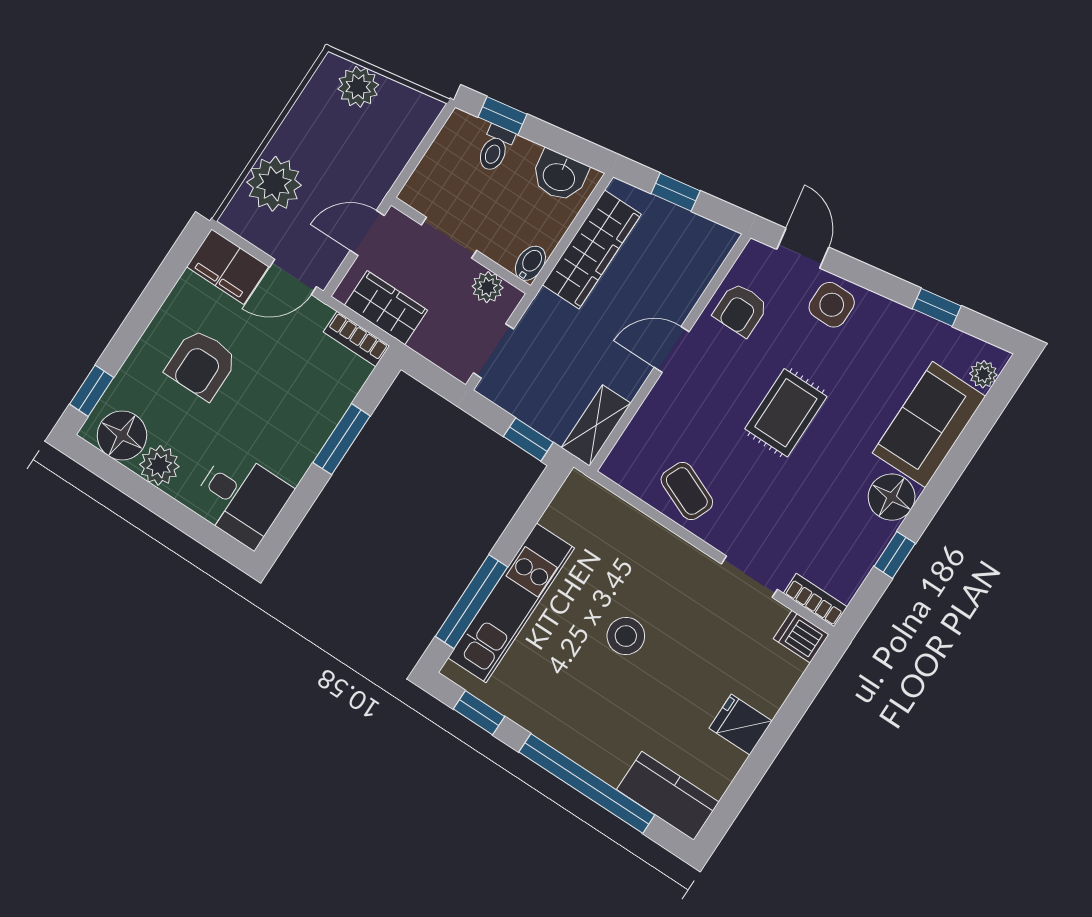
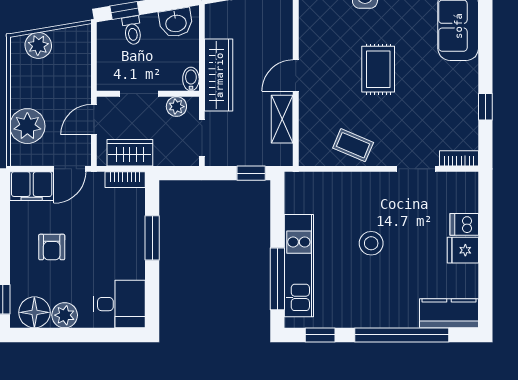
wardrobe: (592, 250) -> (219, 75), moved
armchair: (741, 310) -> (318, 30), removed
armchair: (201, 364) -> (52, 247), width x0.72, depth x0.72
shelving: (596, 425) -> (282, 119), moved
floor lamp: (892, 497) -> (464, 77), removed
dishwasher: (801, 637) -> (464, 224), moved

